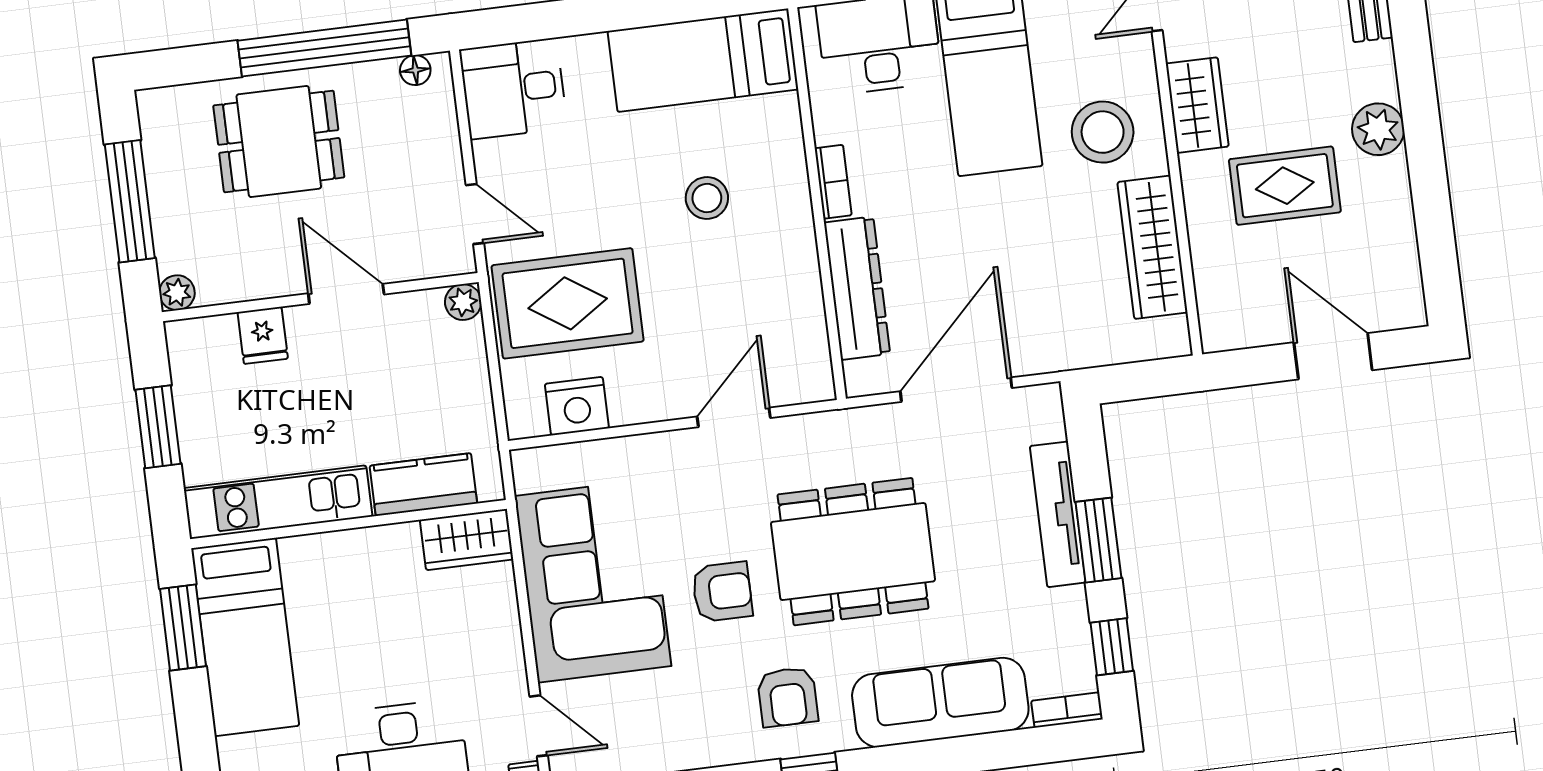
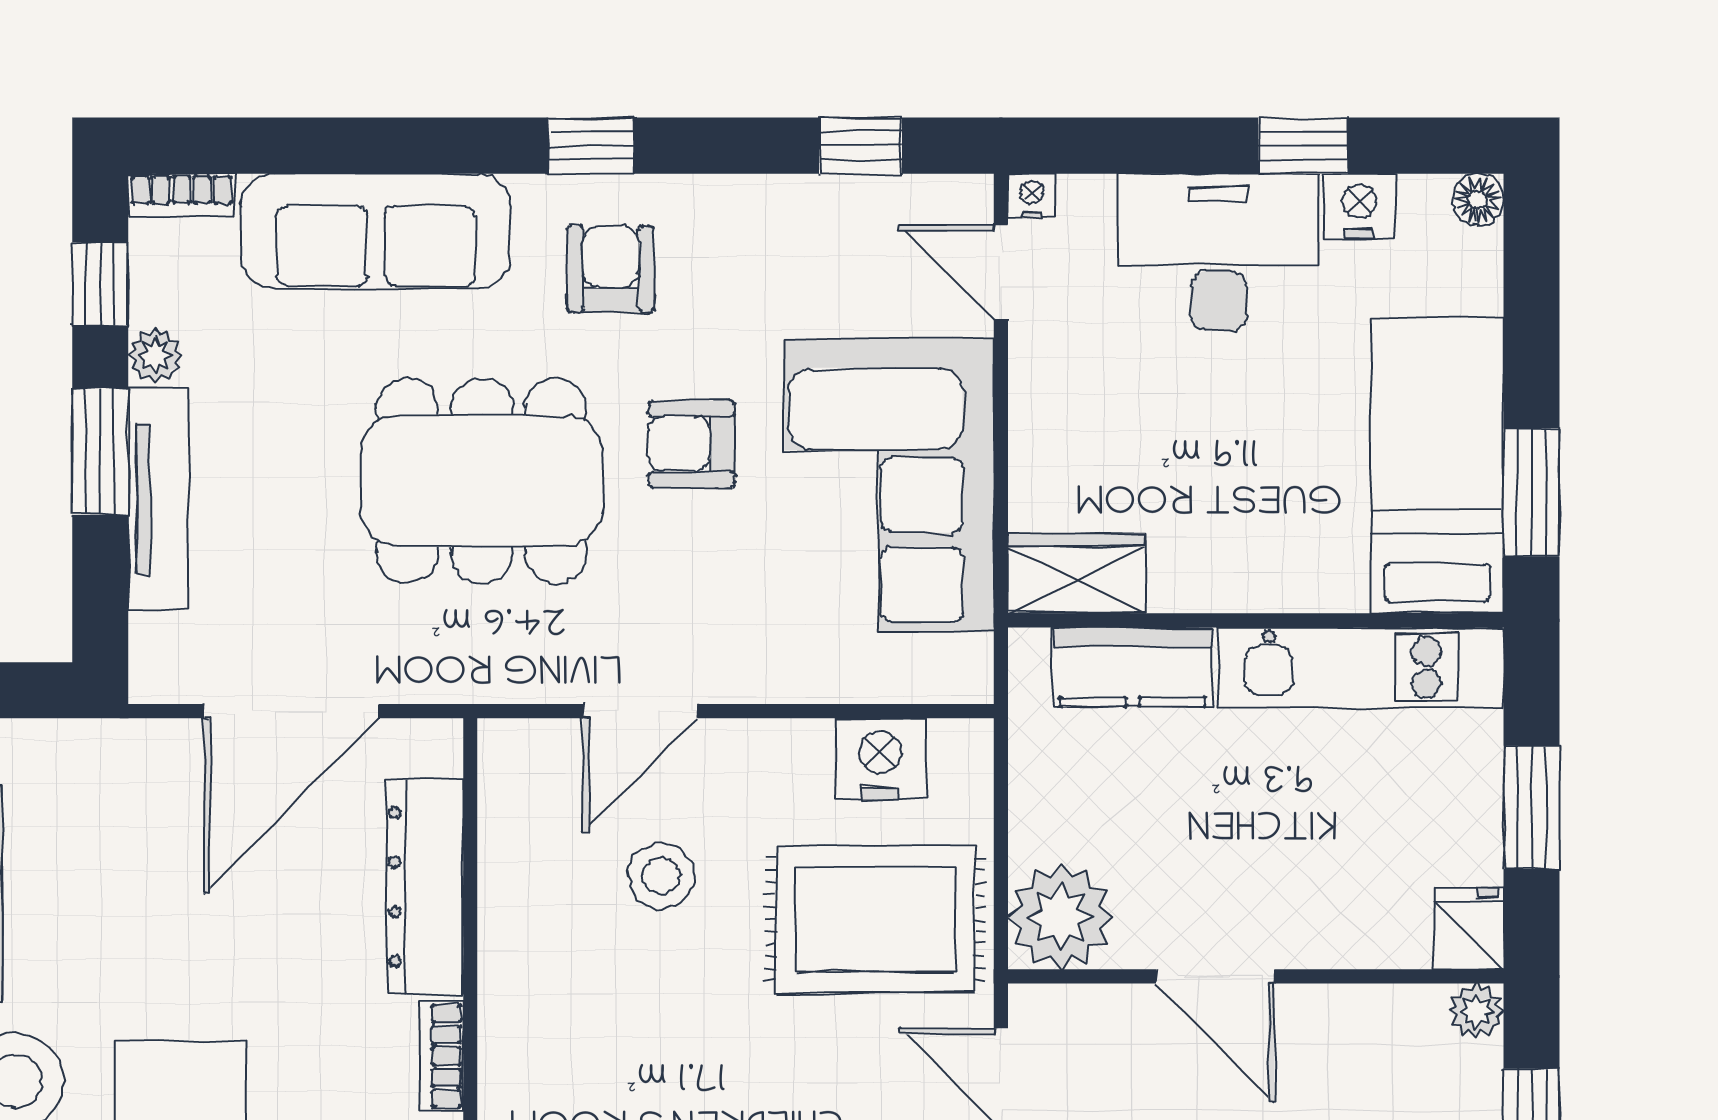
stool: (707, 198) -> (661, 876), moved
plant: (463, 302) -> (1061, 917), width x1.88, depth x1.88
fridge: (263, 335) -> (1469, 928), moved
plant: (1071, 606) -> (155, 355), added

